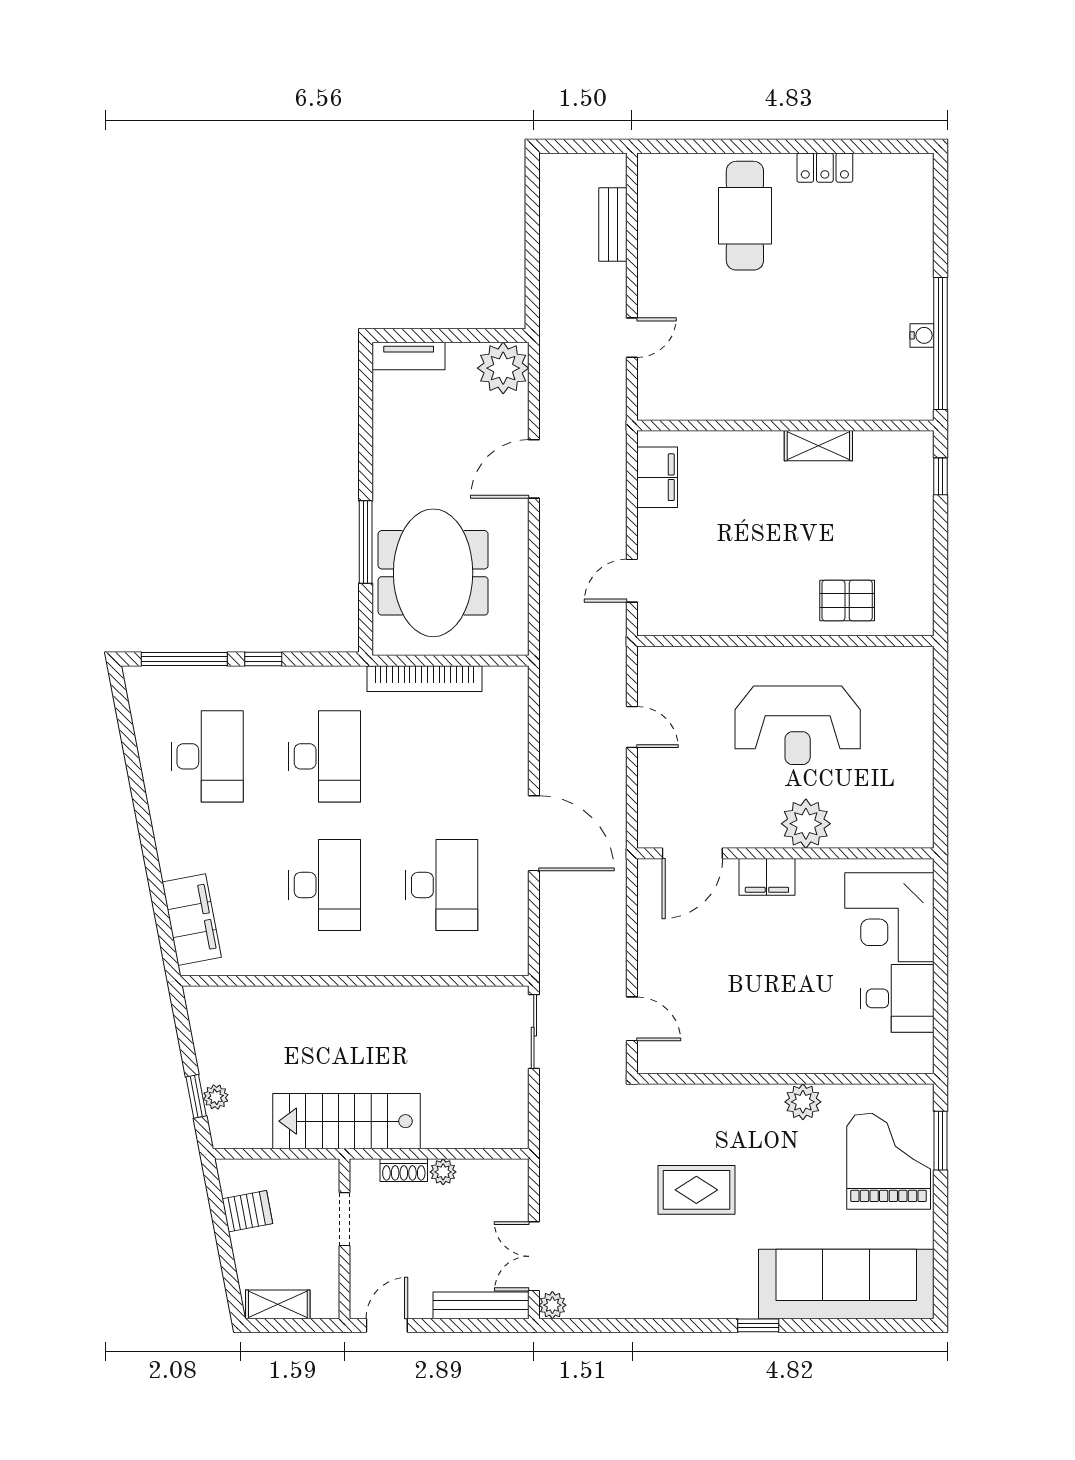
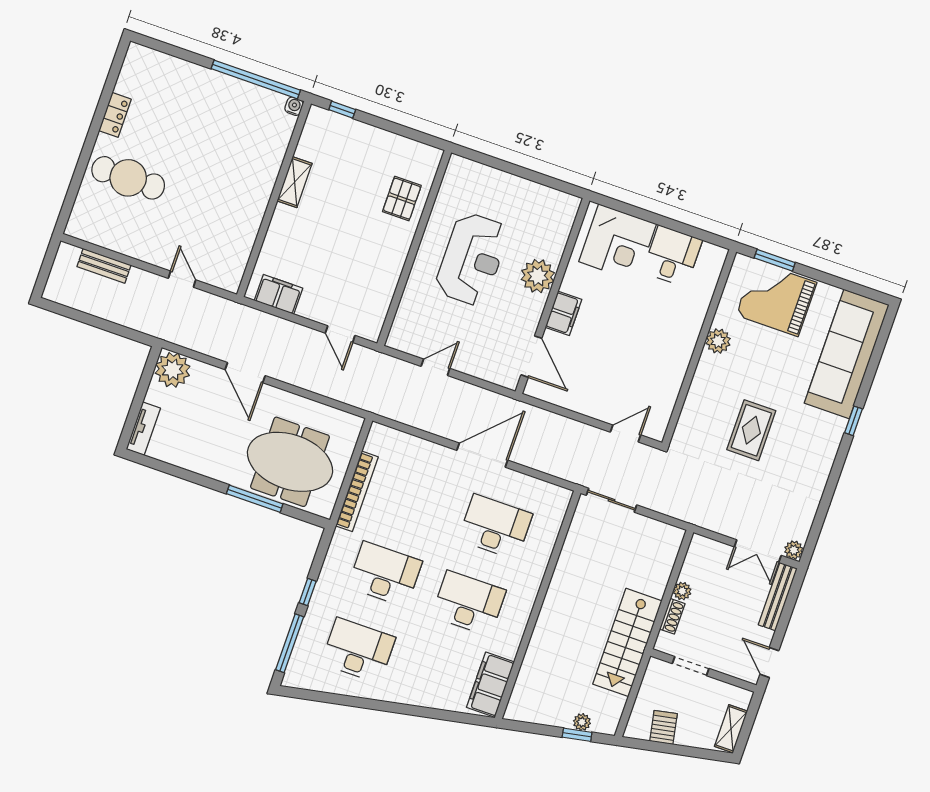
water cooler: (922, 335) -> (294, 106), moved
filing cabinet: (192, 920) -> (490, 685), moved, turned -79

